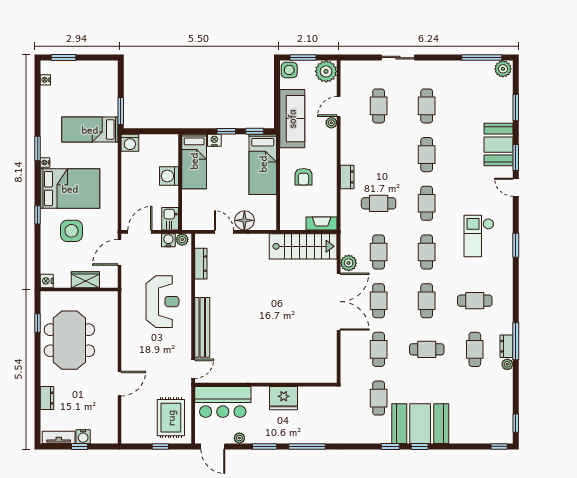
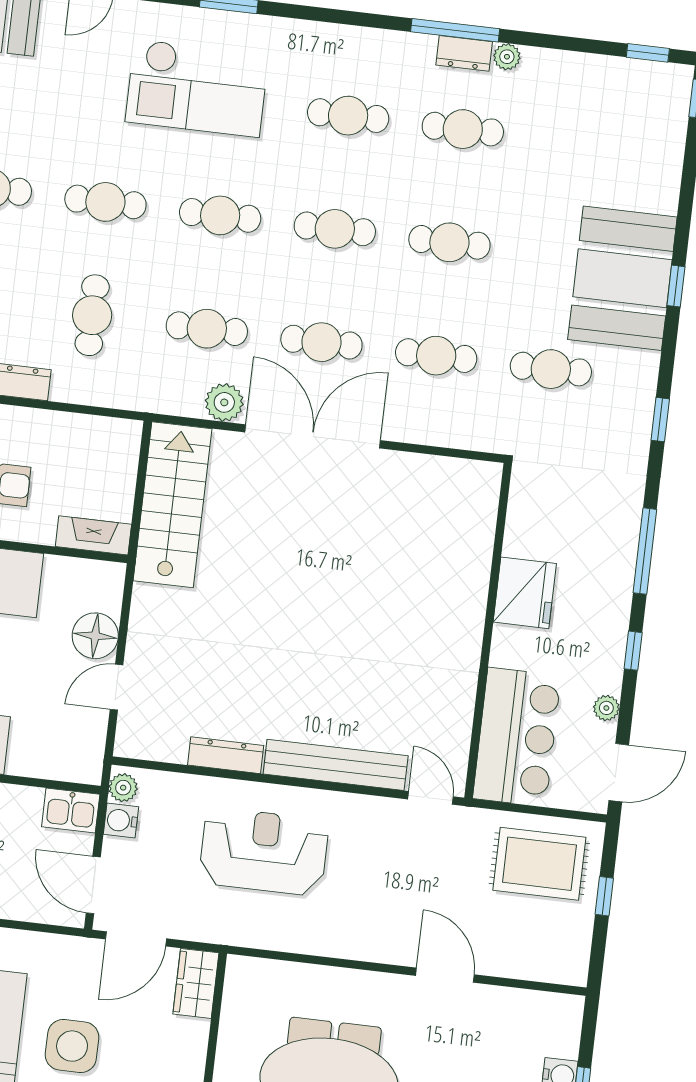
fireplace: (322, 223) -> (93, 535), moved, turned 90
checkout: (479, 236) -> (197, 88), width x1.36, depth x1.21
door: (120, 252) -> (136, 939), hinge flipped
dresser: (201, 264) -> (226, 755), moved
wardrobe: (85, 280) -> (196, 983), moved
cafe table: (475, 301) -> (348, 116), turned 90
cafe table: (427, 349) -> (449, 242), turned 90
window: (265, 446) -> (633, 651), width x0.67
window: (390, 446) -> (660, 420), moved

